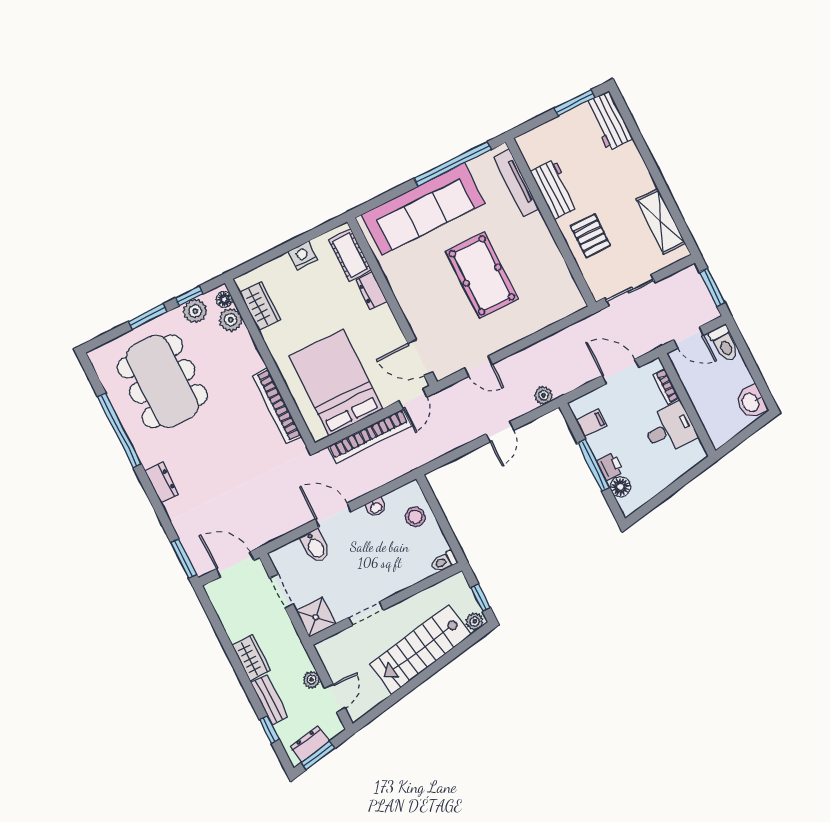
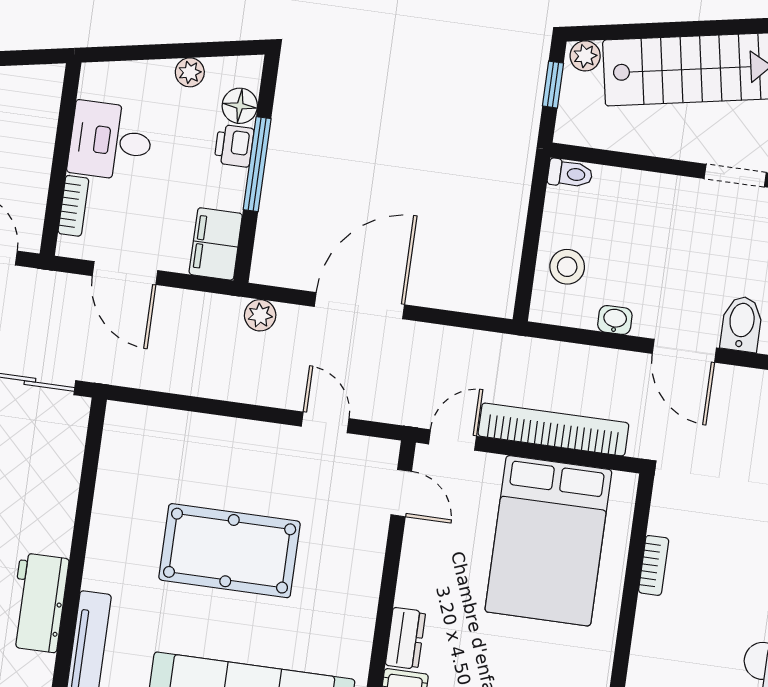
pallet: (590, 236) -> (33, 500), removed
pool table: (482, 275) -> (230, 551), turned 90
door: (420, 357) -> (401, 493), width x0.73
bookcase: (277, 406) -> (654, 565), width x0.43, depth x0.76
filing cabinet: (591, 423) -> (216, 244), width x2.00
door: (500, 432) -> (359, 306), width x1.88
plant: (655, 486) -> (190, 72), added

